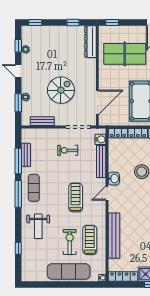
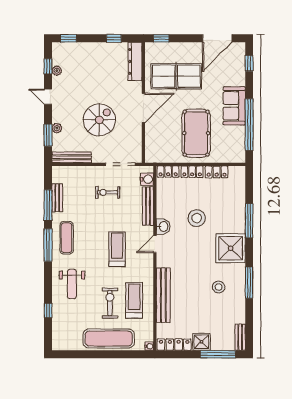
door: (97, 102) -> (143, 108), moved
bench: (42, 121) -> (72, 157), width x1.36

